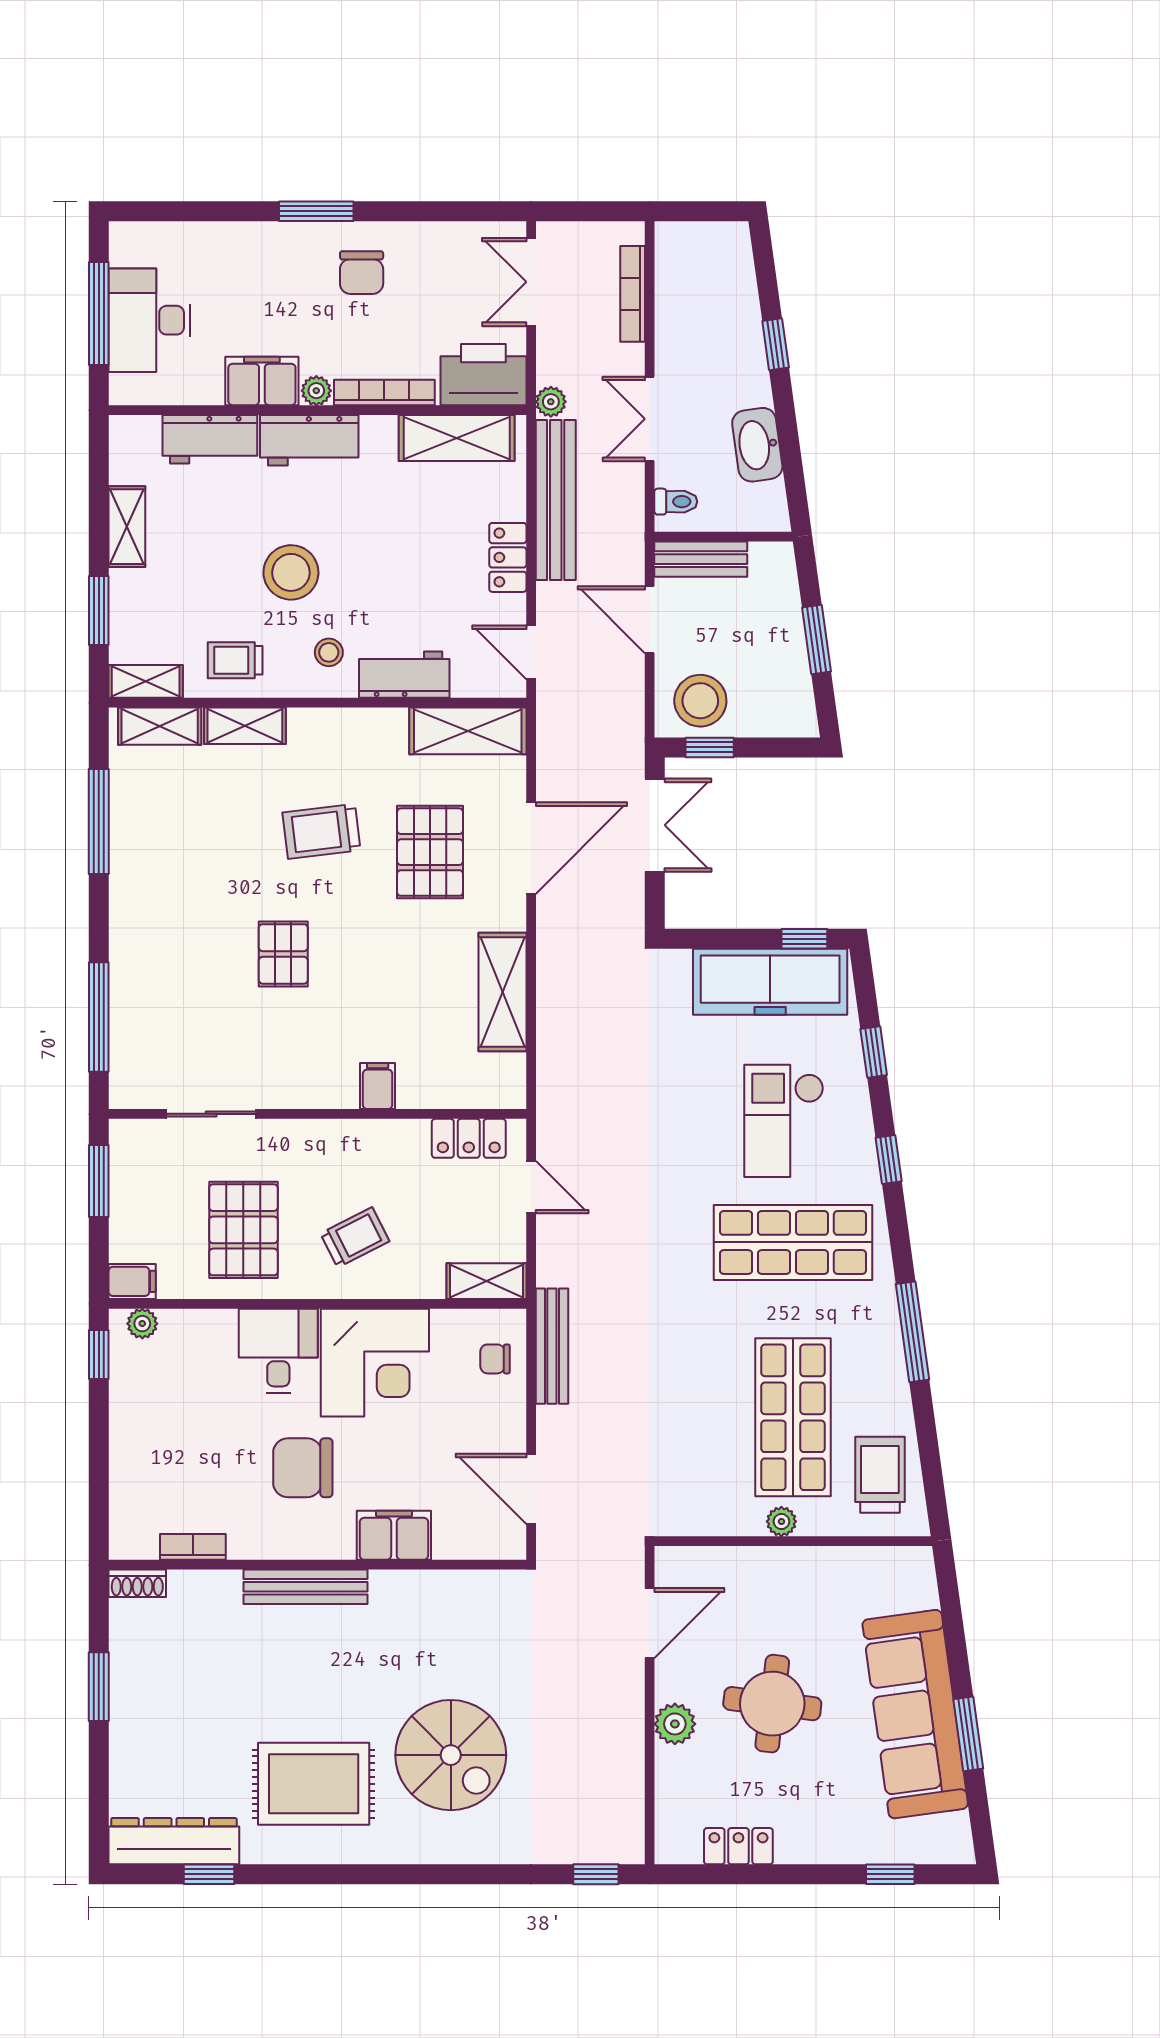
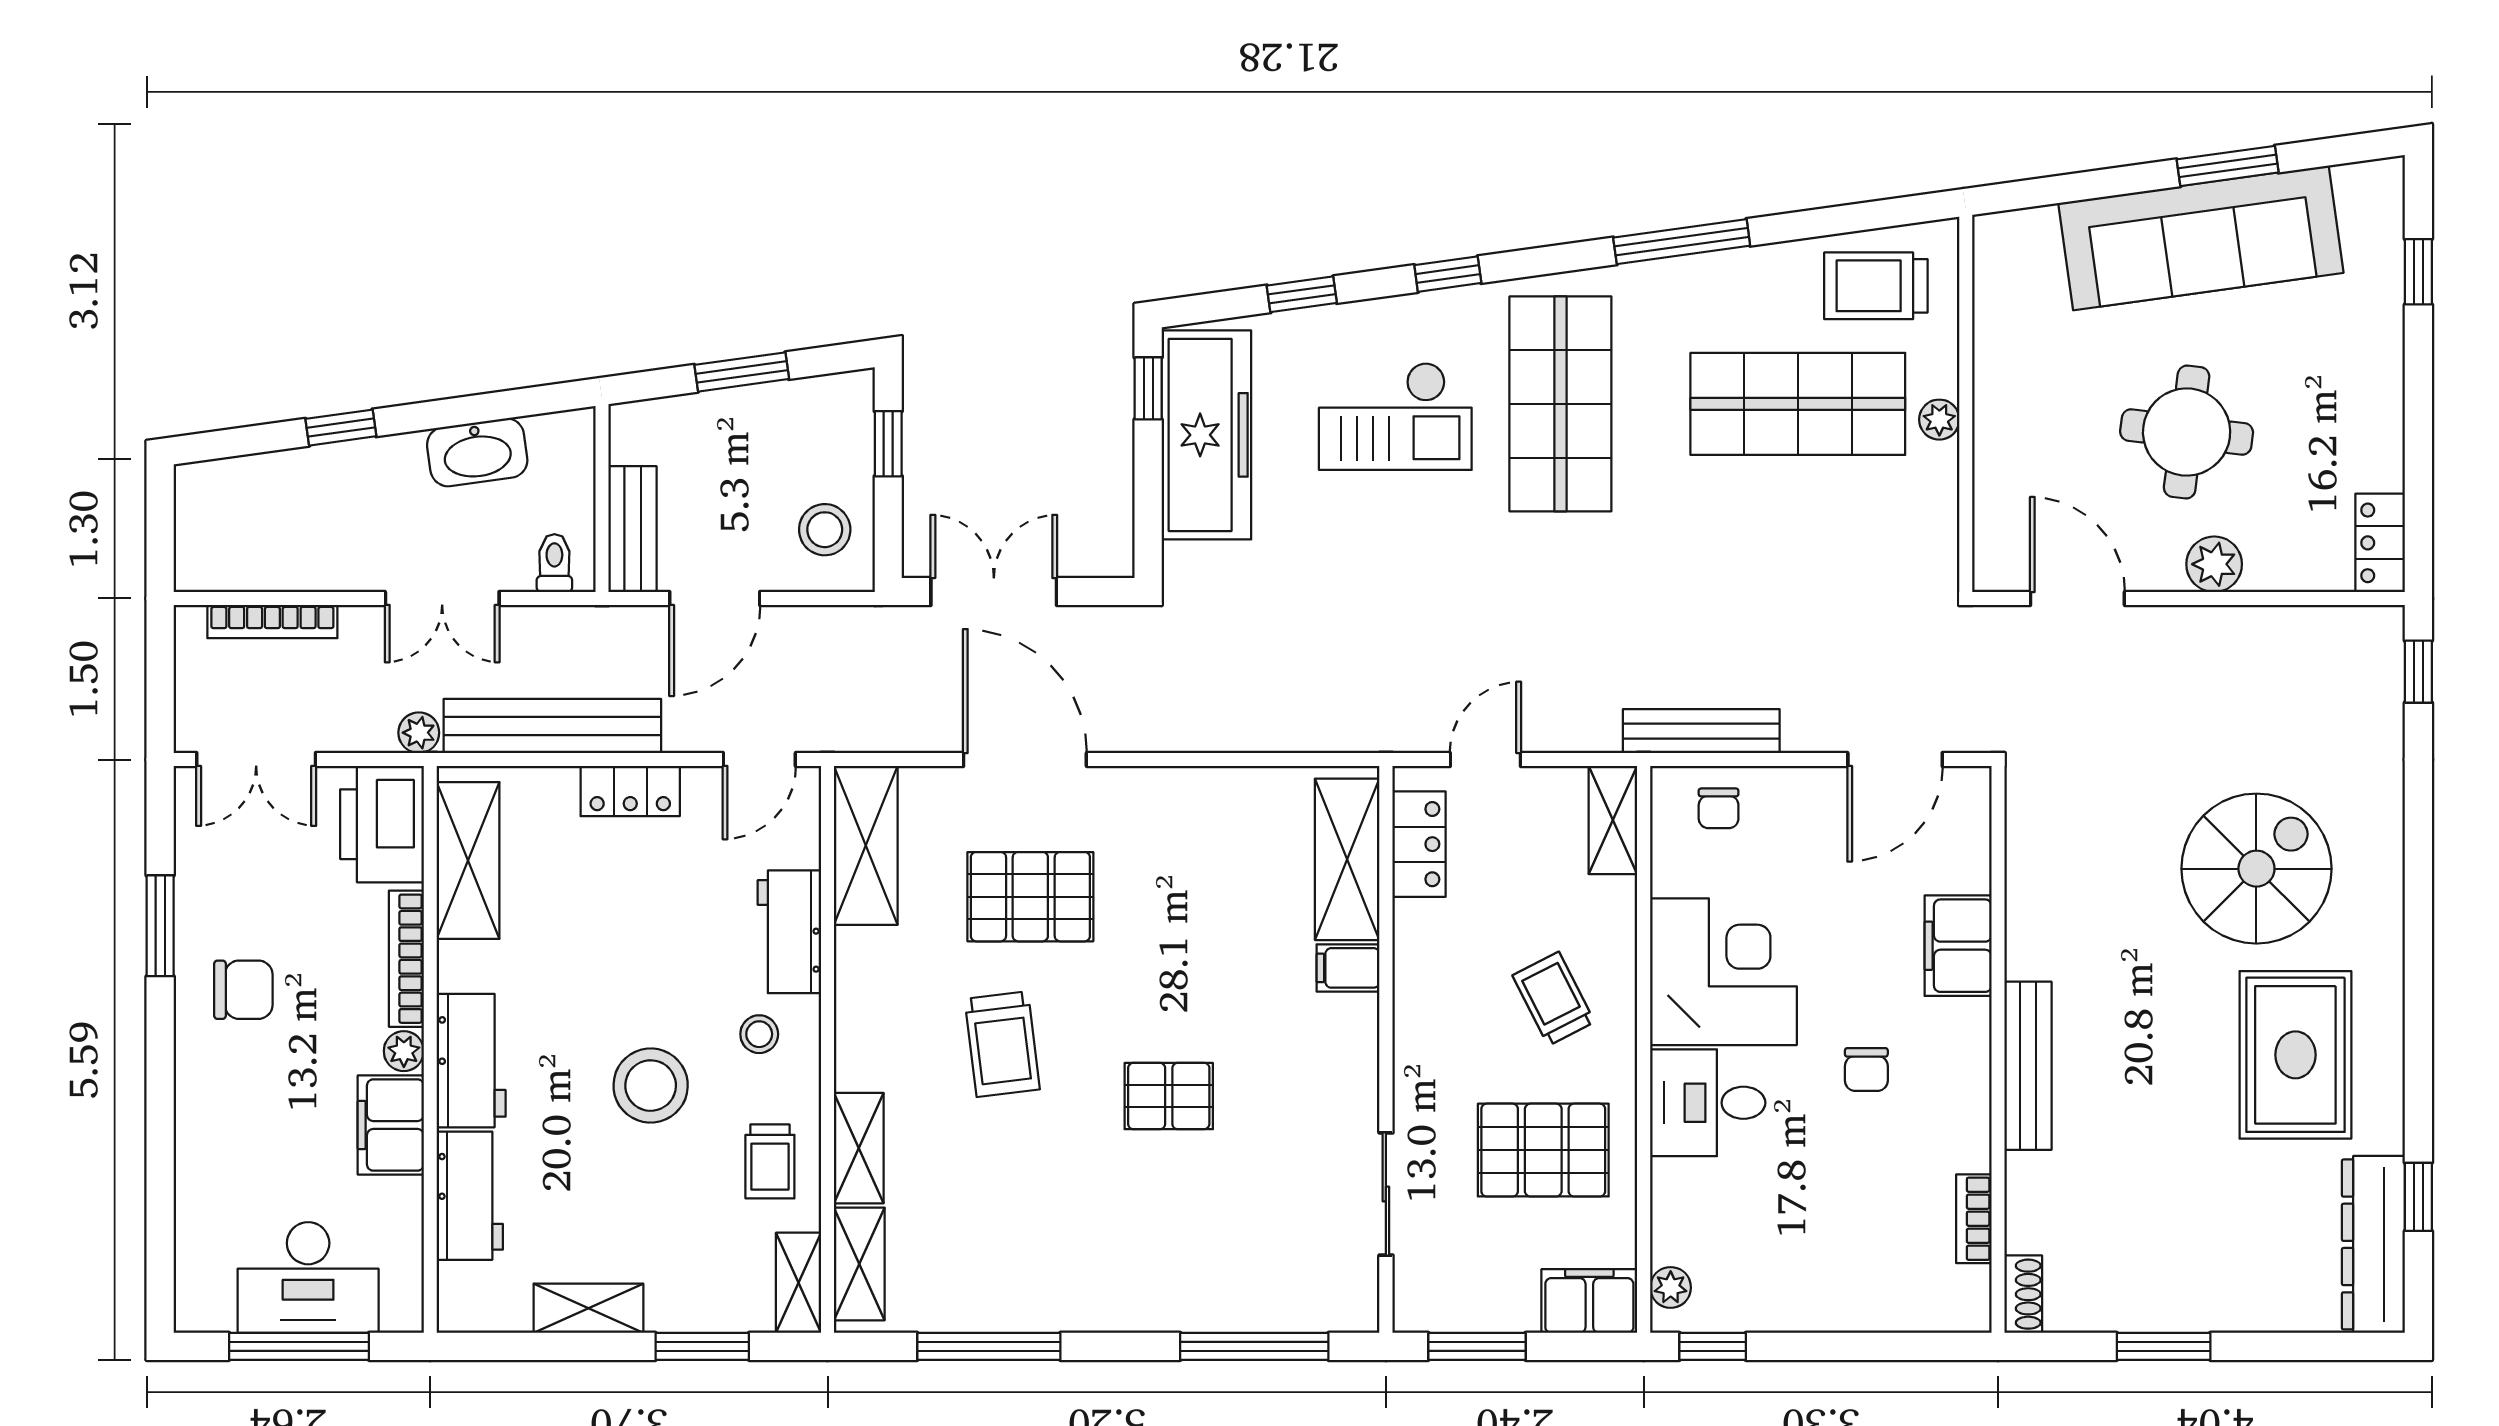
window: (316, 211) -> (160, 926), moved
stool: (700, 701) -> (825, 530), width x0.73, depth x0.73
window: (710, 747) -> (888, 444), moved
shelving: (503, 992) -> (1347, 859), moved, turned 90
filing cabinet: (132, 1281) -> (1589, 1301), width x2.00
chair: (303, 1468) -> (1866, 1070), width x0.54, depth x0.54
locker: (738, 1846) -> (2380, 543), moved

